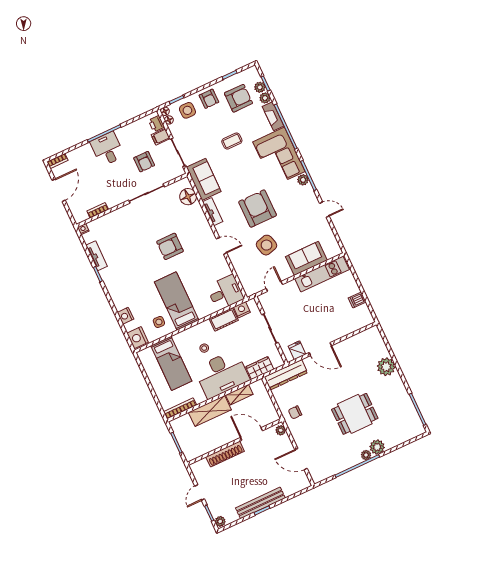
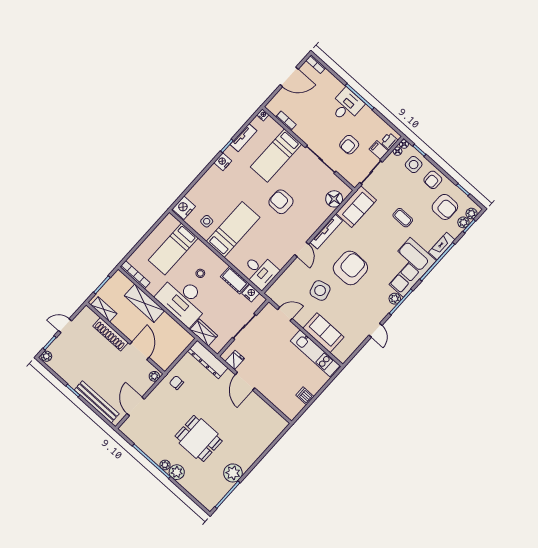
plant: (265, 98) -> (472, 214), moved
tv unit: (213, 212) -> (326, 232), width x1.41
bed: (126, 233) -> (276, 155), added
nightstand: (125, 316) -> (223, 162), moved
plant: (386, 367) -> (233, 473), moved
shelving: (239, 395) -> (104, 309), moved
bench: (260, 503) -> (97, 402), moved

